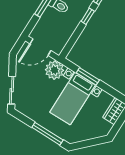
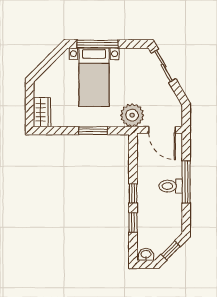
door: (40, 47) -> (162, 130), swing flipped
bed with nightstands: (73, 99) -> (94, 77), moved, turned 180

